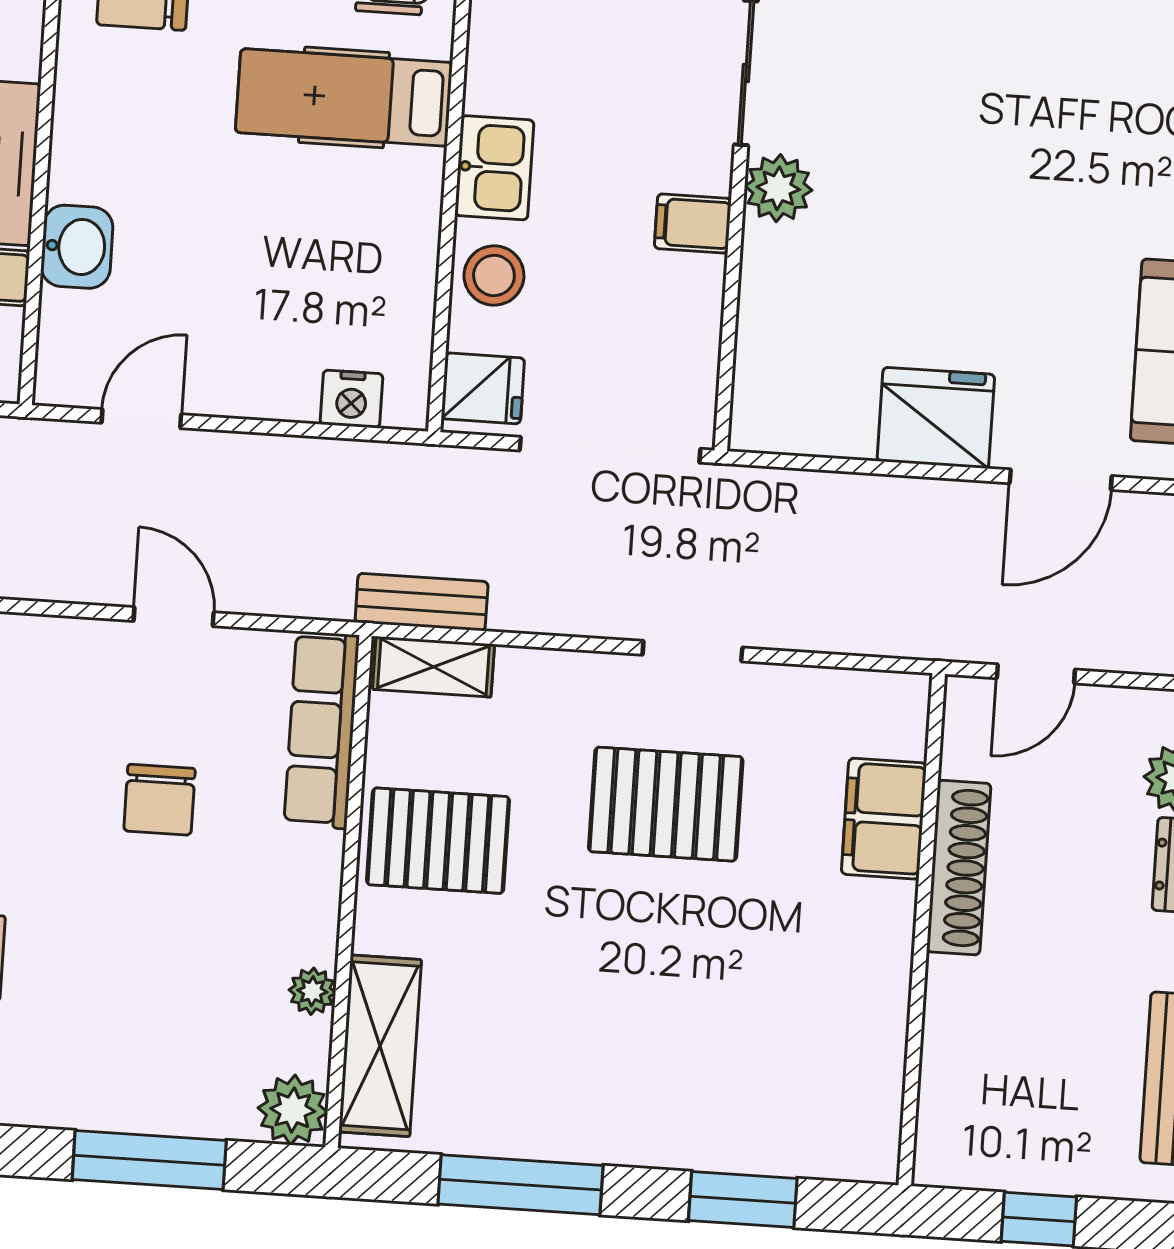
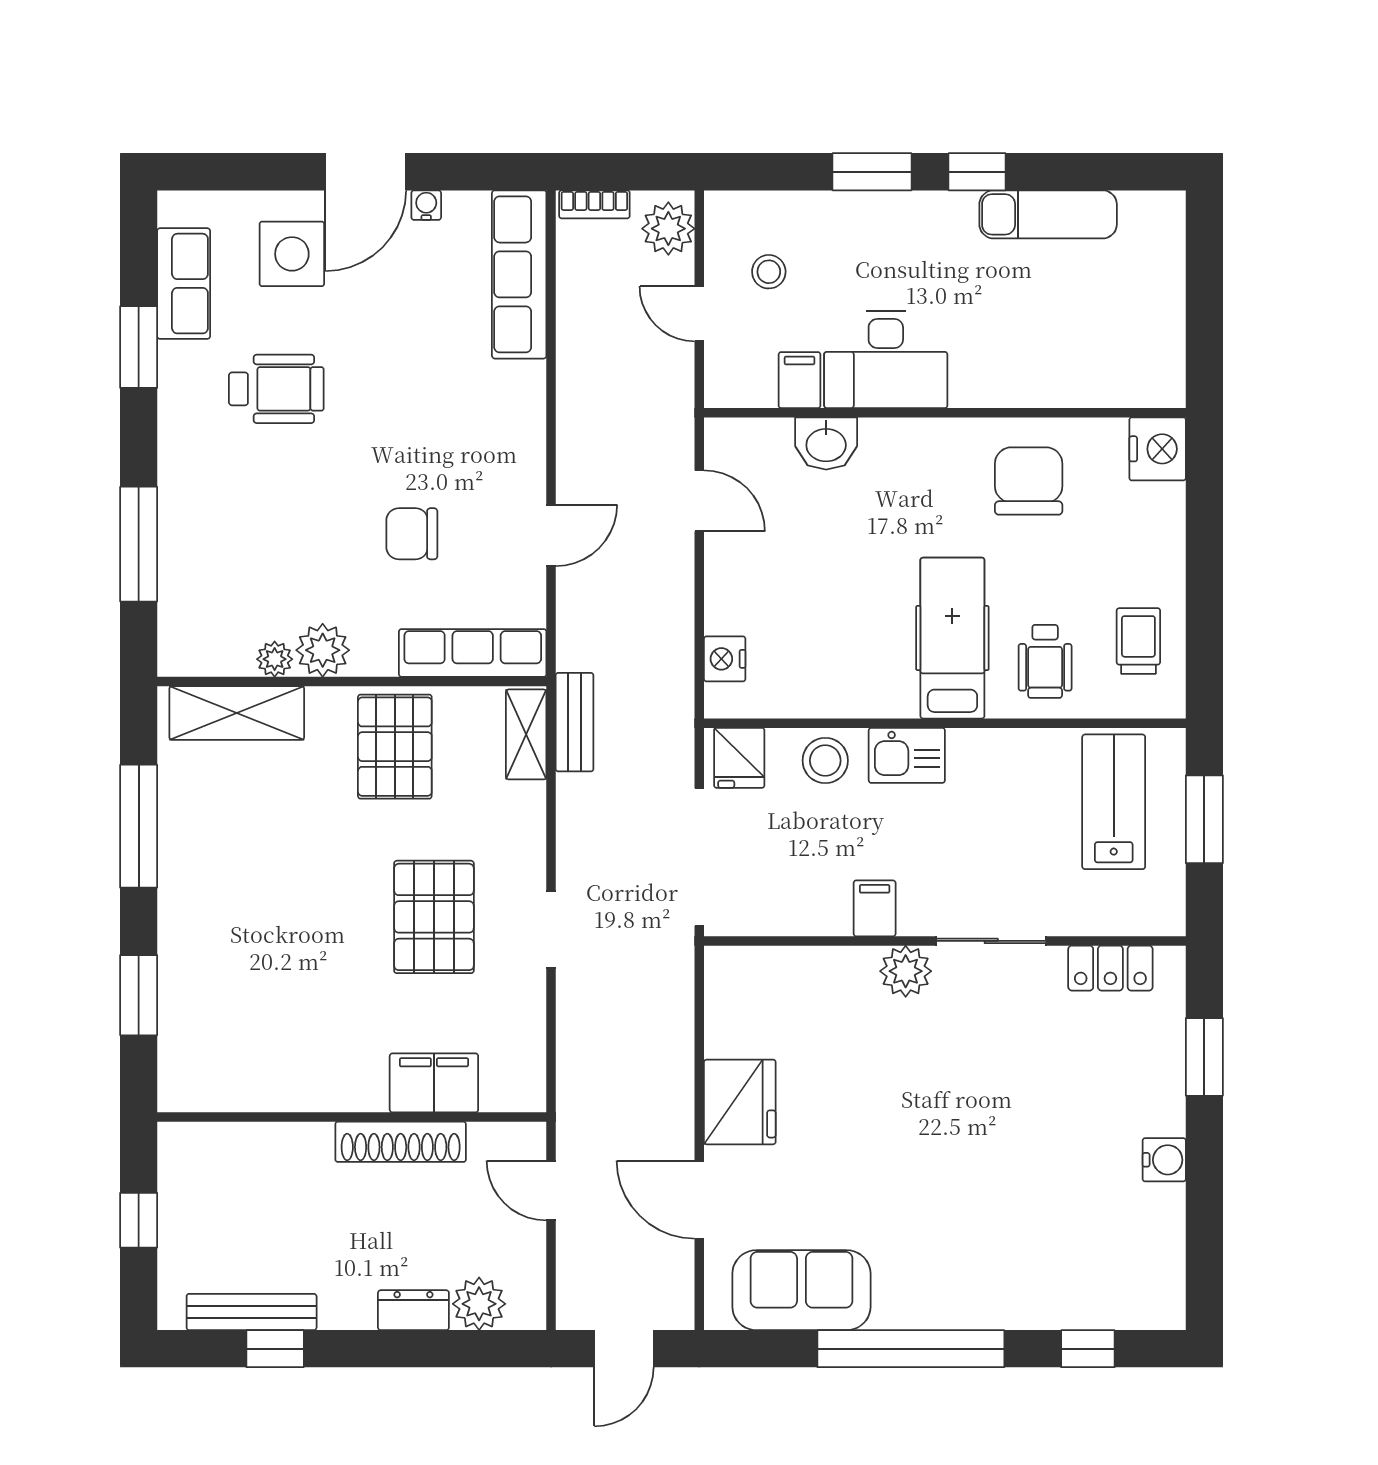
plant: (293, 1110) -> (323, 650), moved

